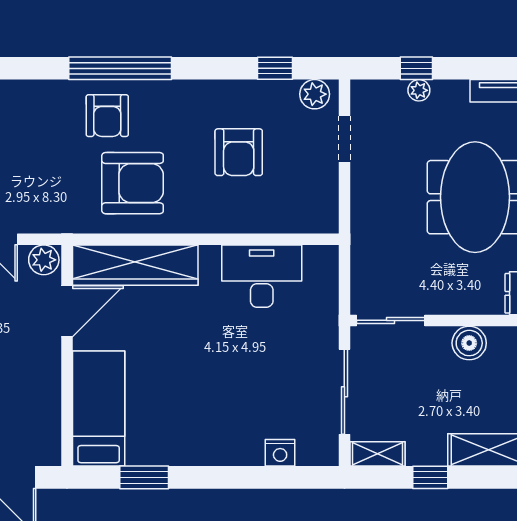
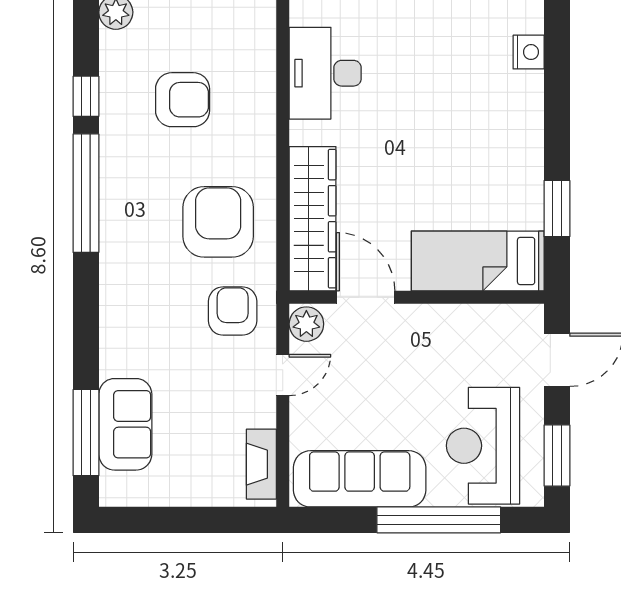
window: (120, 68) -> (86, 193), moved
window: (275, 68) -> (86, 96), moved
armchair: (107, 116) -> (233, 311), moved, turned -90

